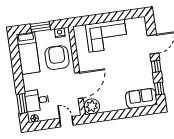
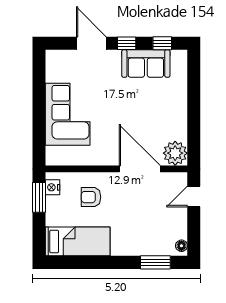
window: (40, 27) -> (39, 197), moved
armchair: (57, 58) -> (91, 197), width x0.53, depth x0.53
sofa: (141, 98) -> (146, 64), moved, turned -90
desk: (37, 100) -> (154, 238), removed

